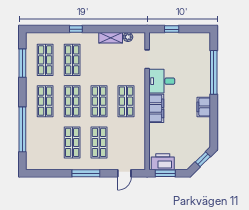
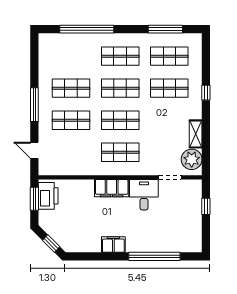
plant: (128, 37) -> (192, 159), width x1.87, depth x1.87

